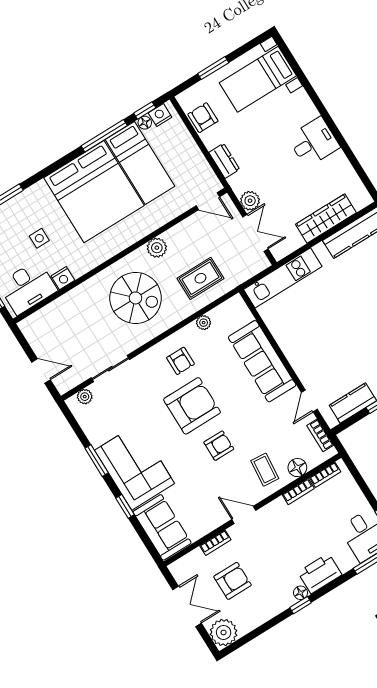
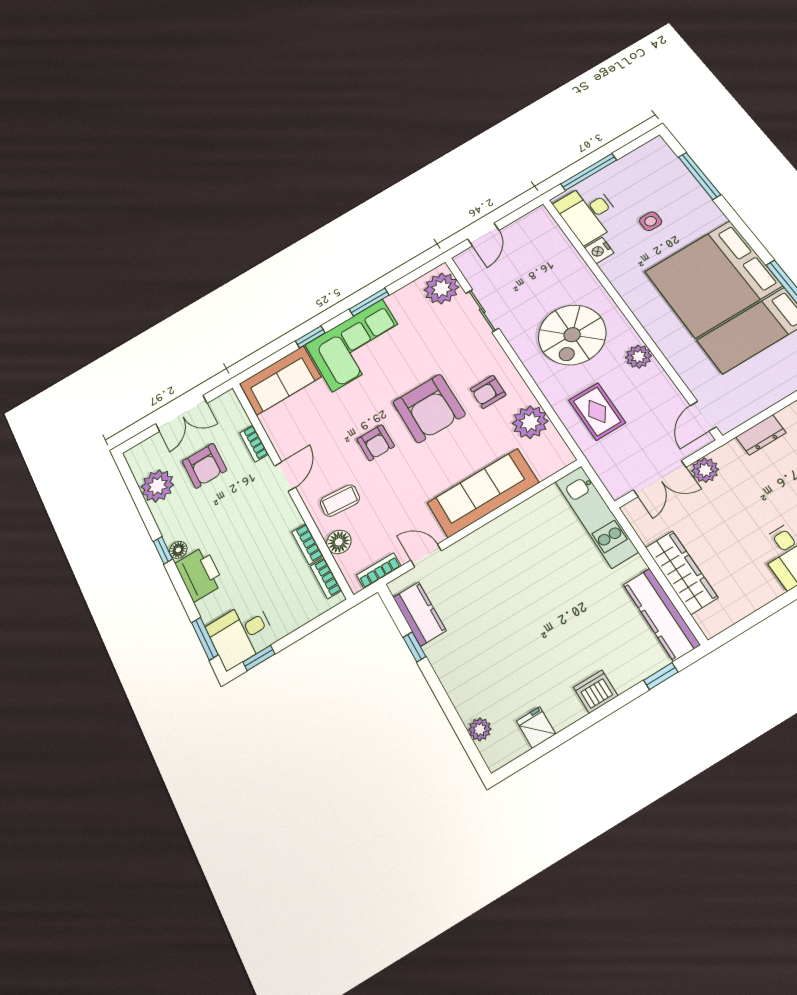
plant: (204, 323) -> (530, 422), width x1.88, depth x1.88
plant: (85, 397) -> (442, 288), width x1.87, depth x1.87
plant: (224, 632) -> (157, 486), moved

